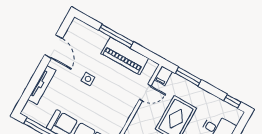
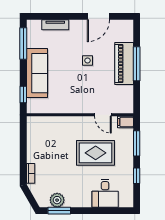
piano: (125, 56) -> (124, 63), moved
tv unit: (42, 85) -> (55, 25), width x0.71
window: (232, 101) -> (137, 176), moved

